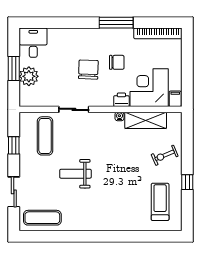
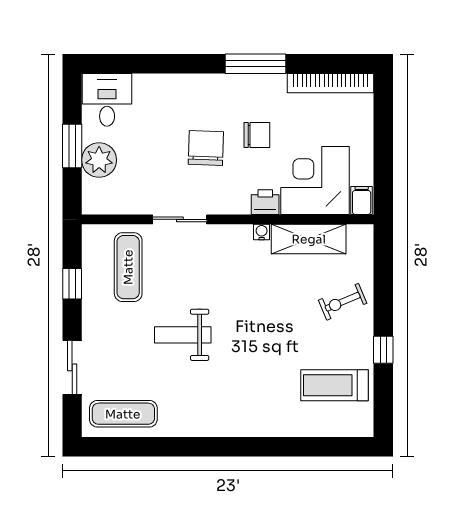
treadmill: (160, 202) -> (334, 385), turned -90

